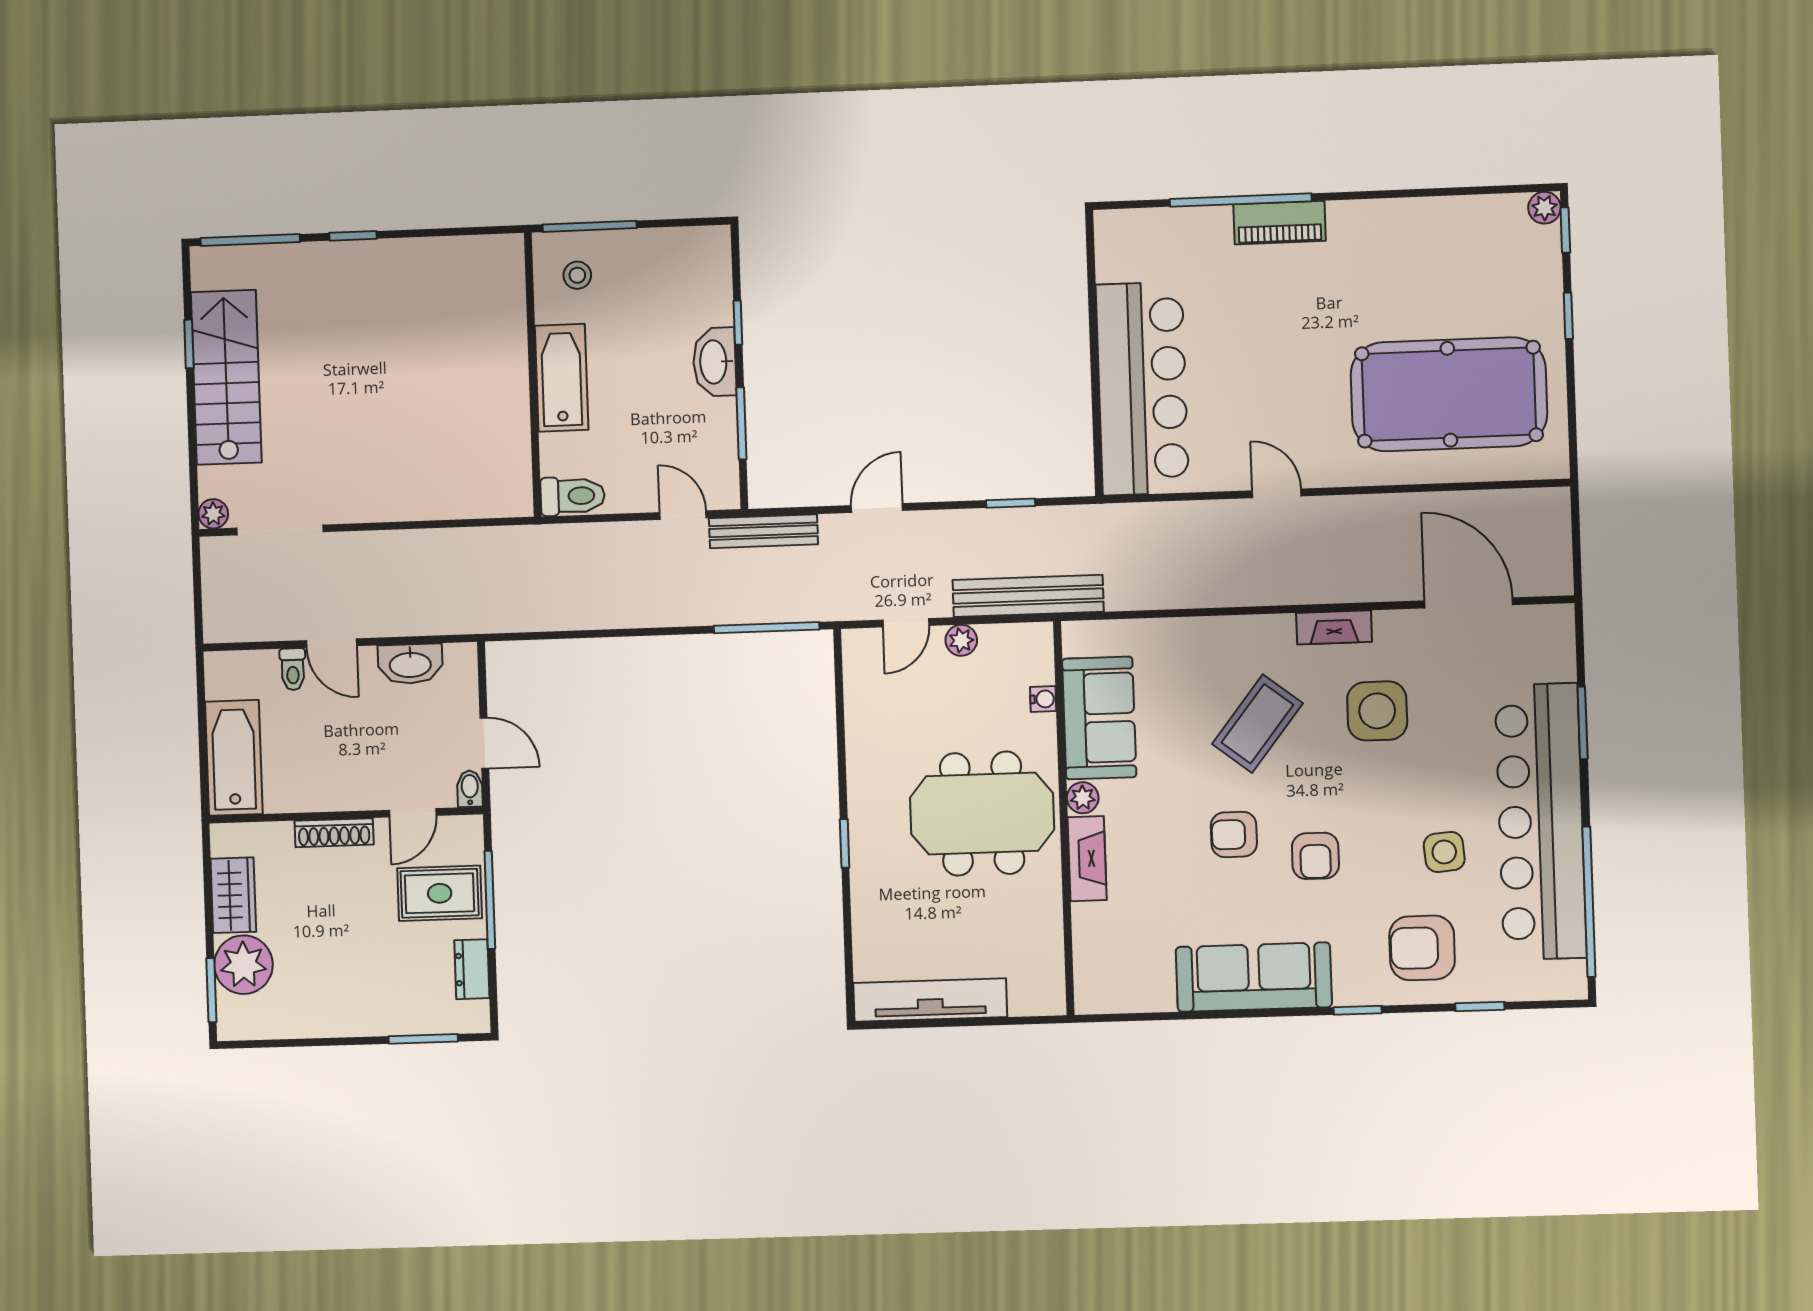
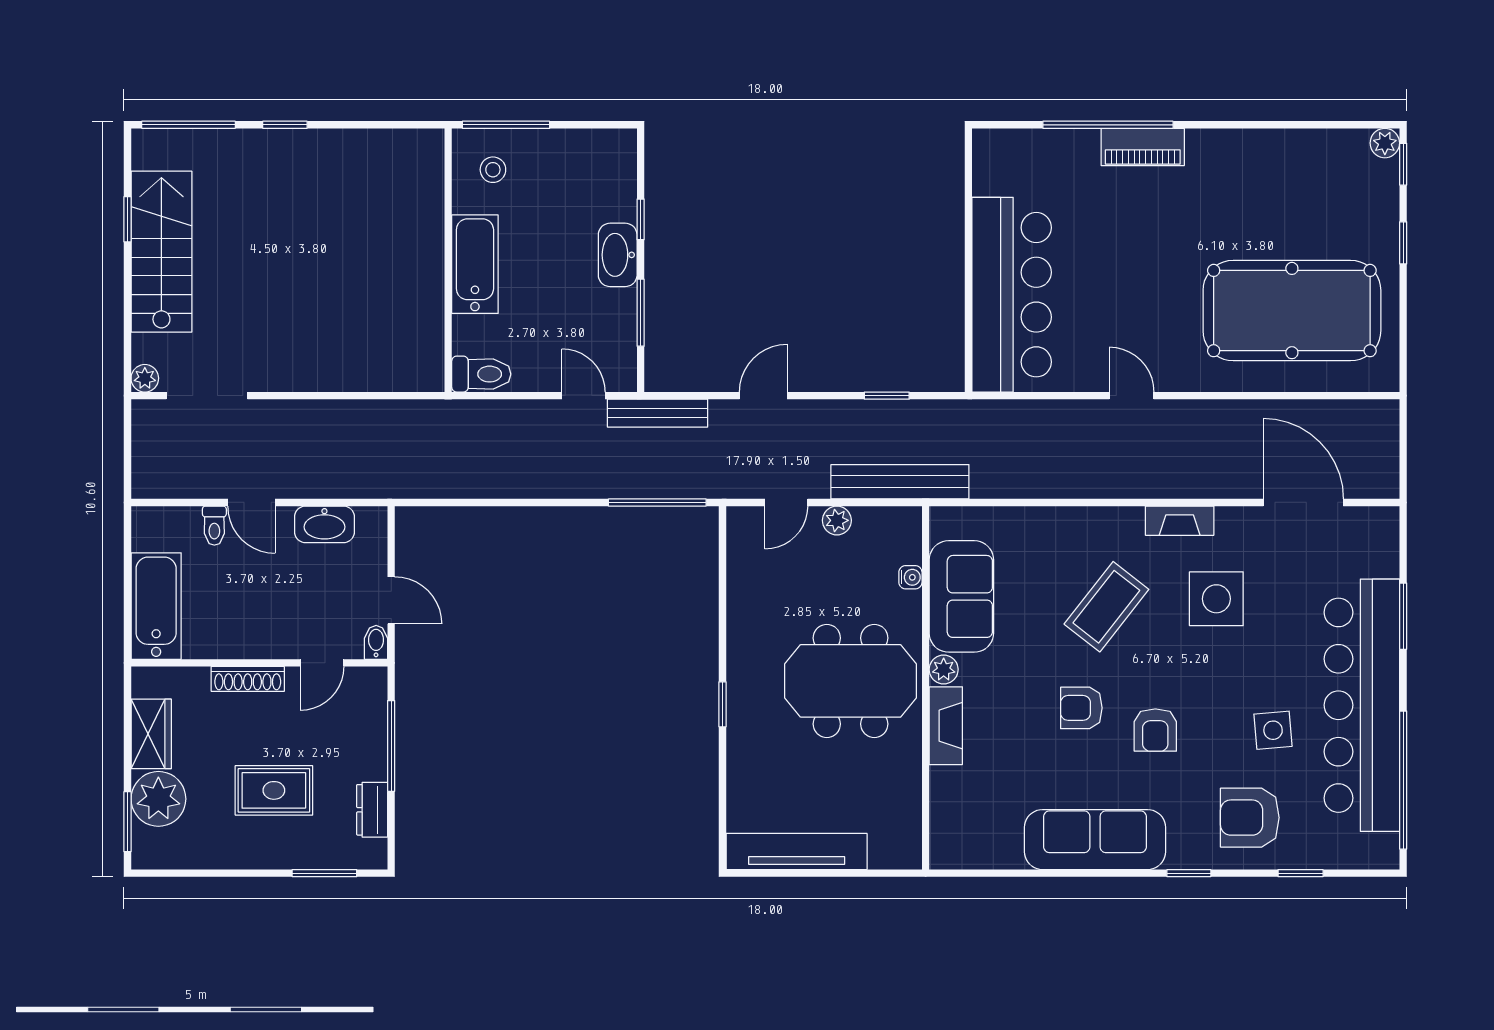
rug: (440, 893) -> (274, 790), moved

